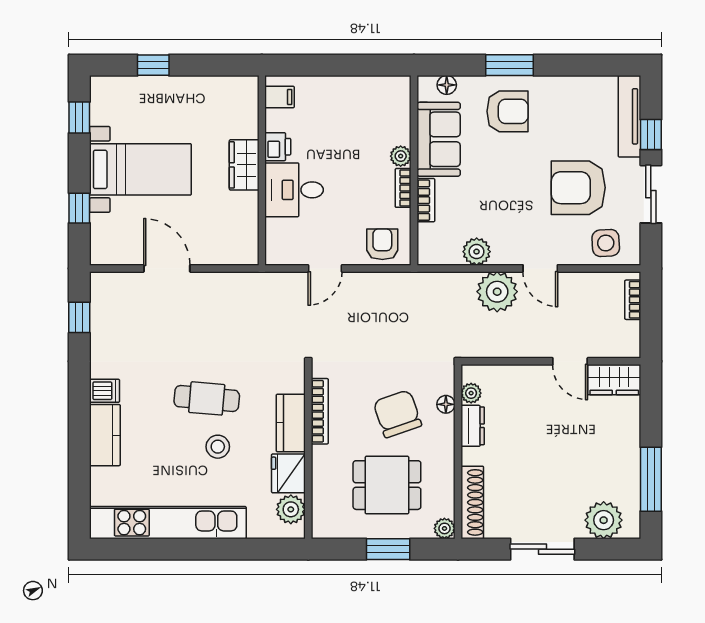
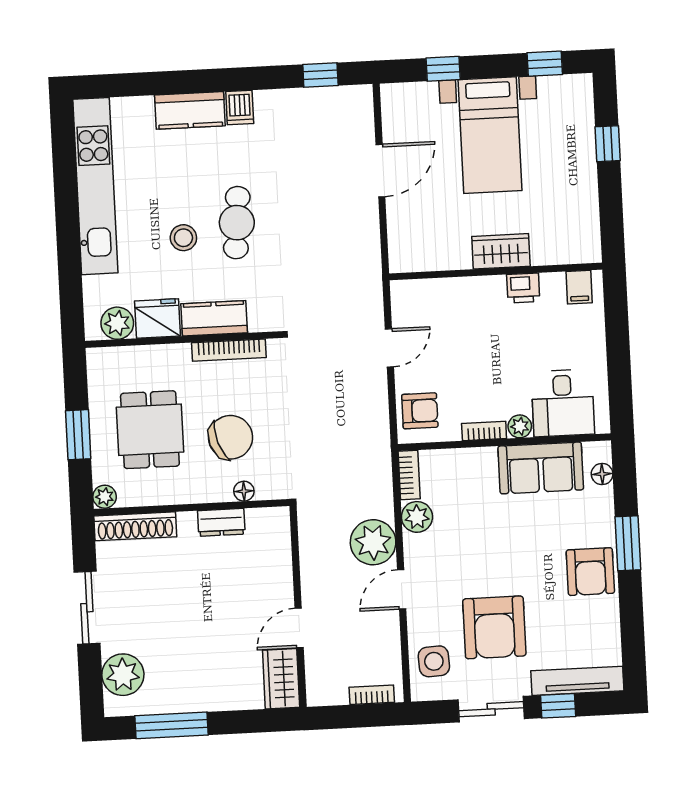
armchair: (507, 111) -> (590, 572), moved
armchair: (578, 188) -> (494, 627), turned 180
desk: (294, 190) -> (563, 403), moved, turned 180
bookcase: (426, 200) -> (409, 475), moved, turned -90
door: (325, 268) -> (389, 348), swing flipped
plant: (471, 393) -> (258, 519), removed

